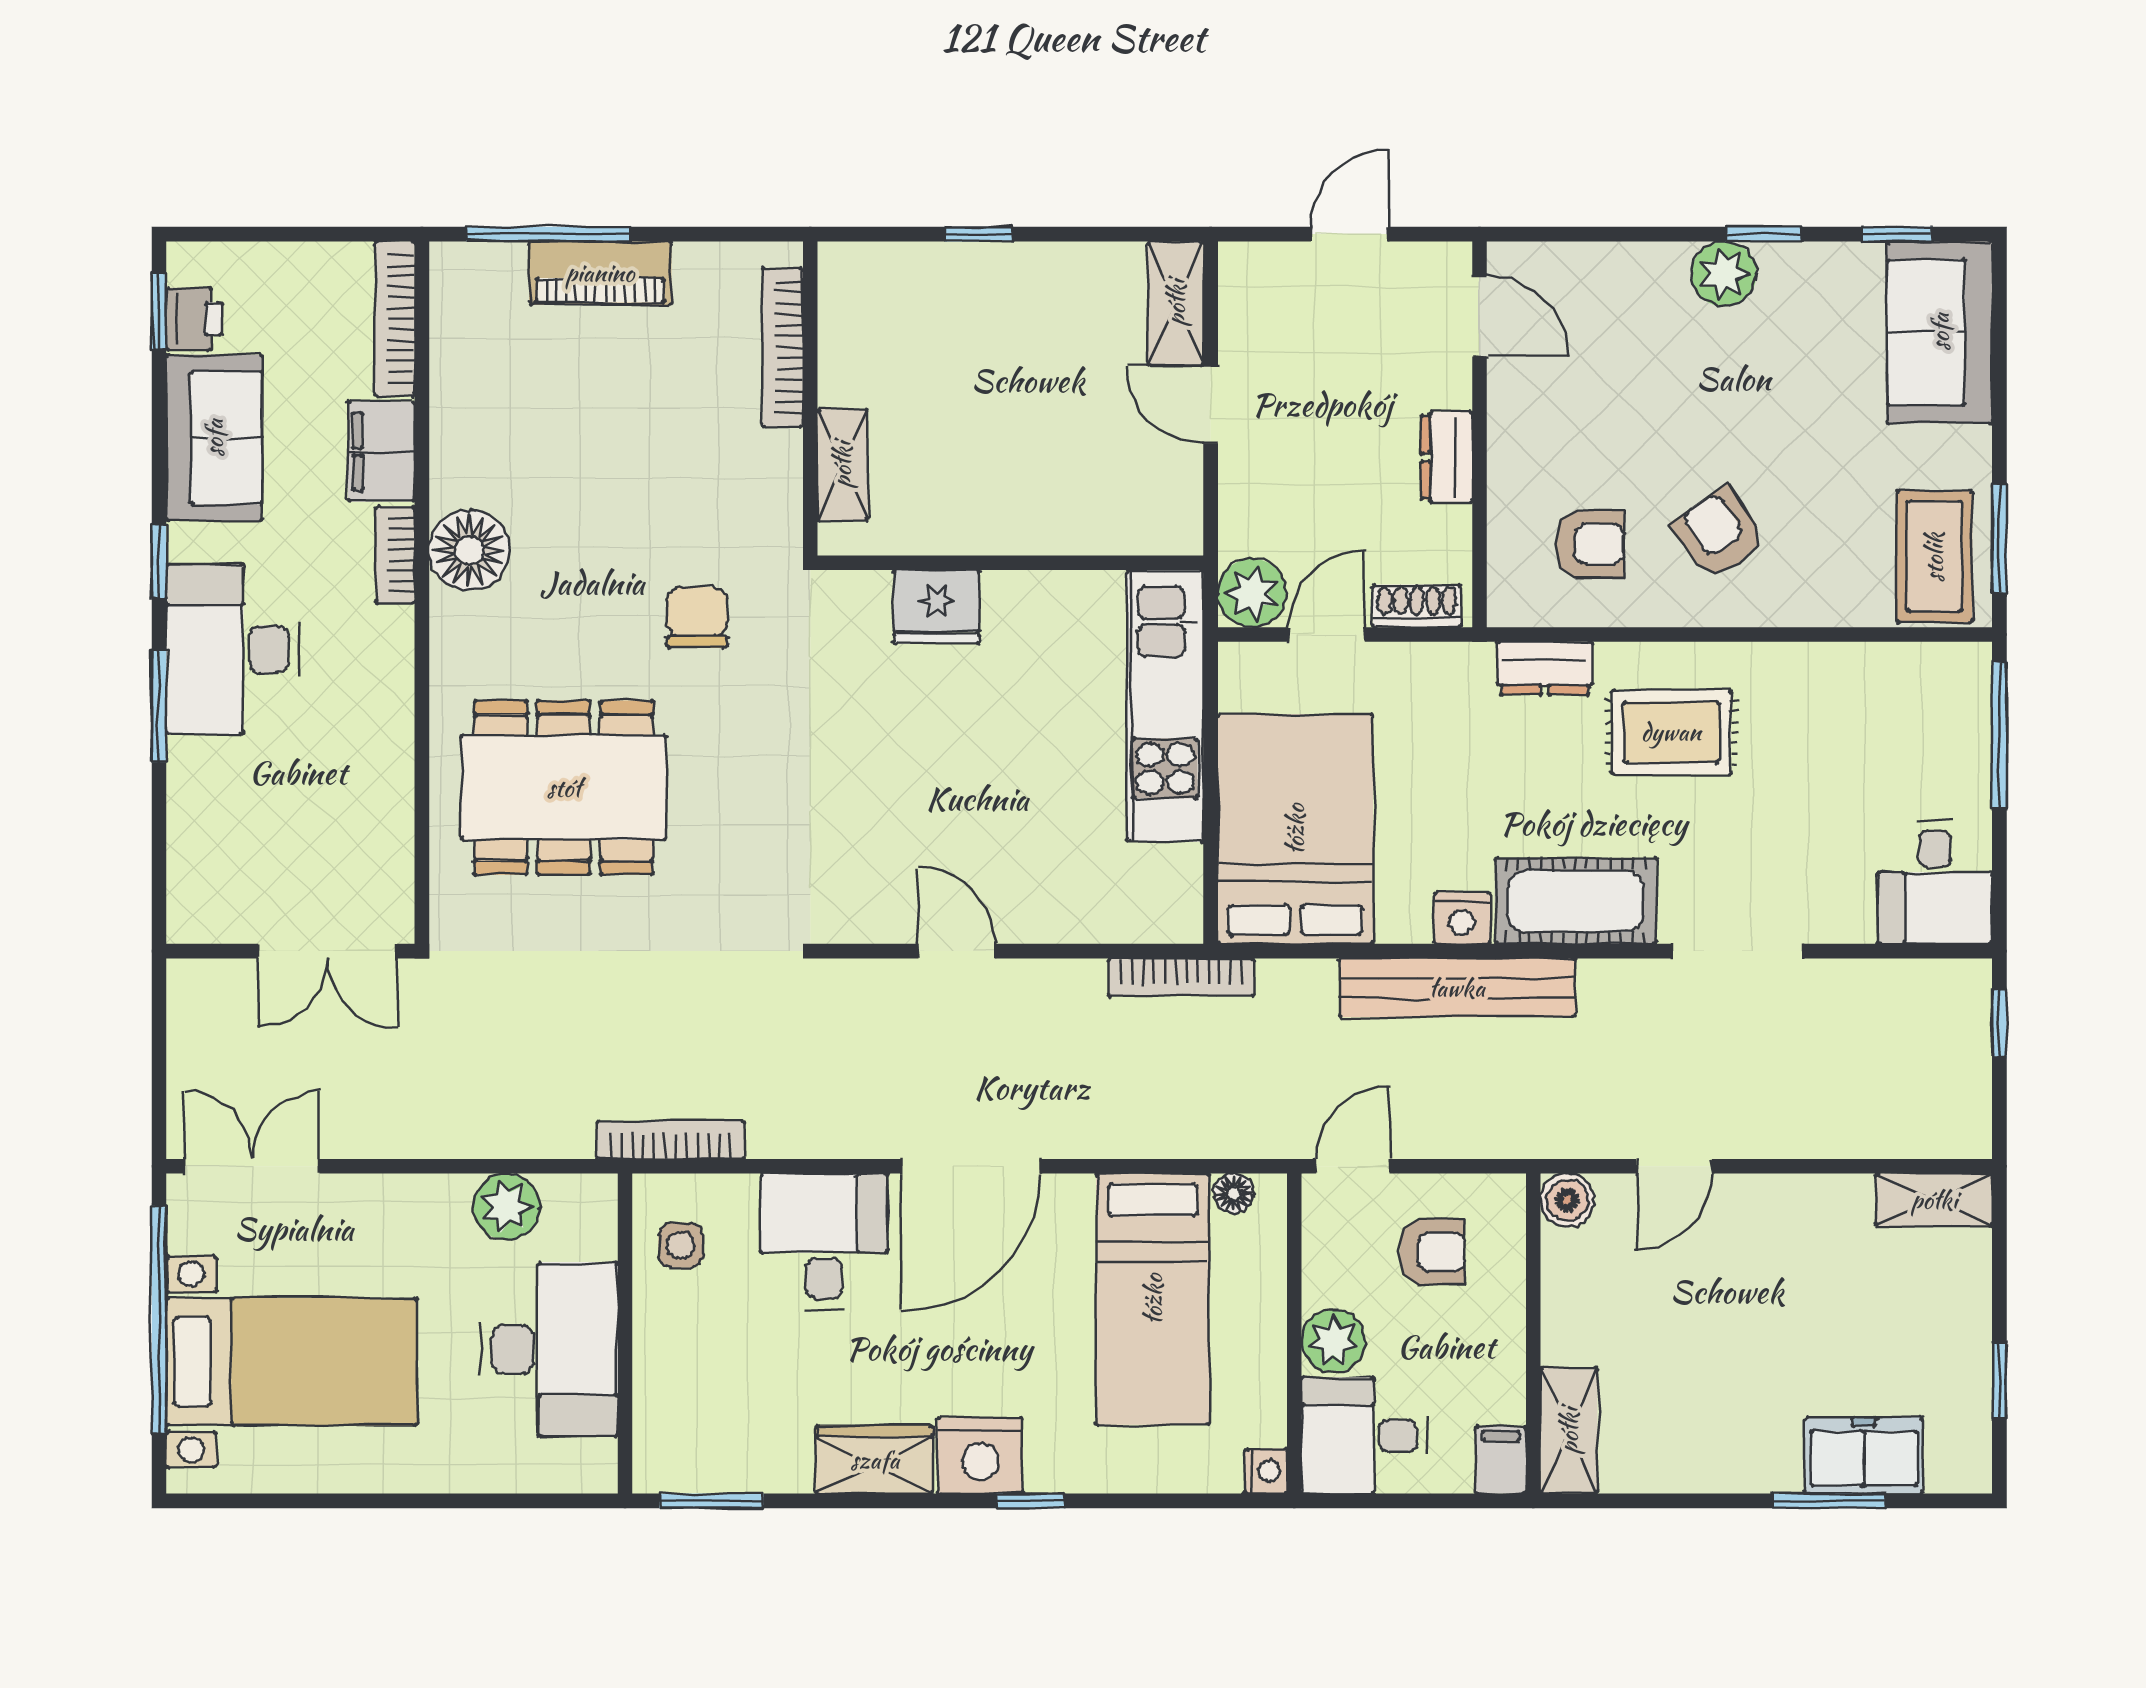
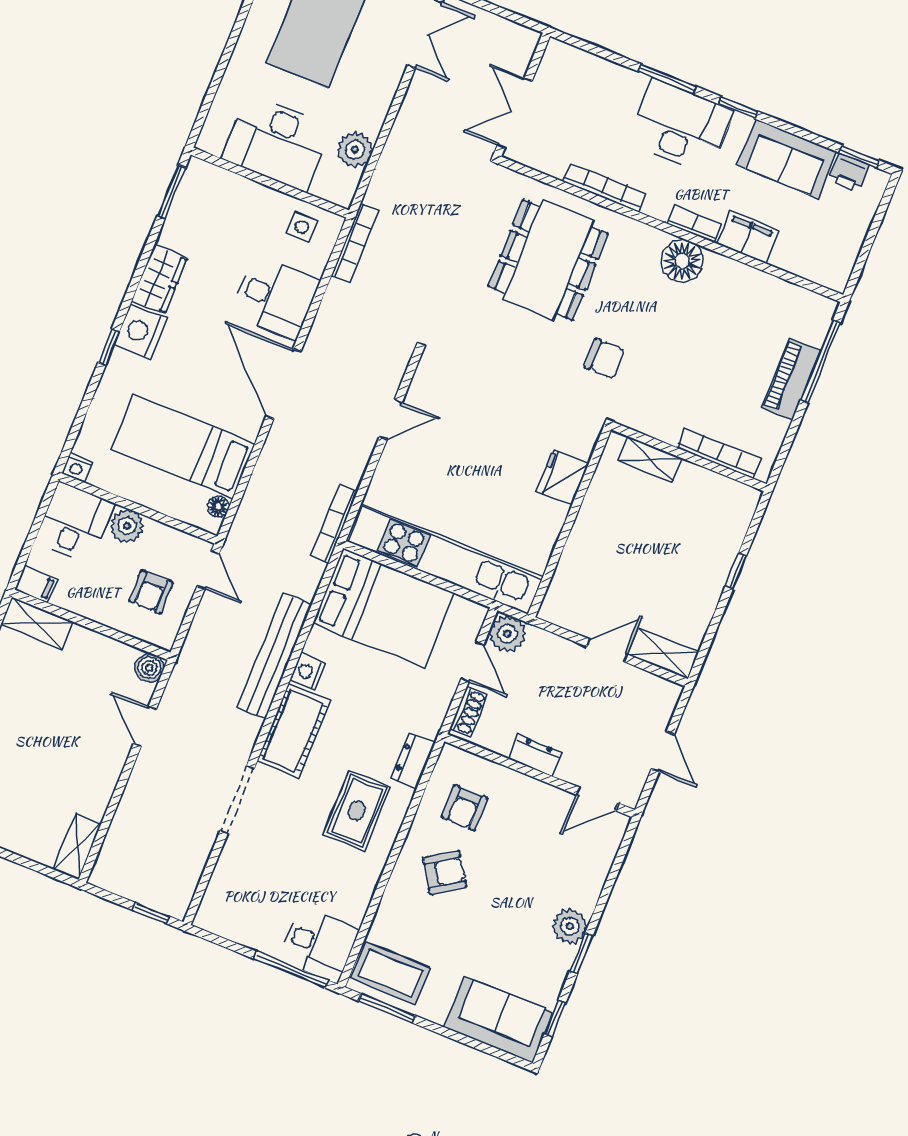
bookcase: (395, 319) -> (604, 187), moved
kitchen unit: (1165, 706) -> (445, 559), width x1.36
desk: (1935, 882) -> (319, 944), moved, turned 180

